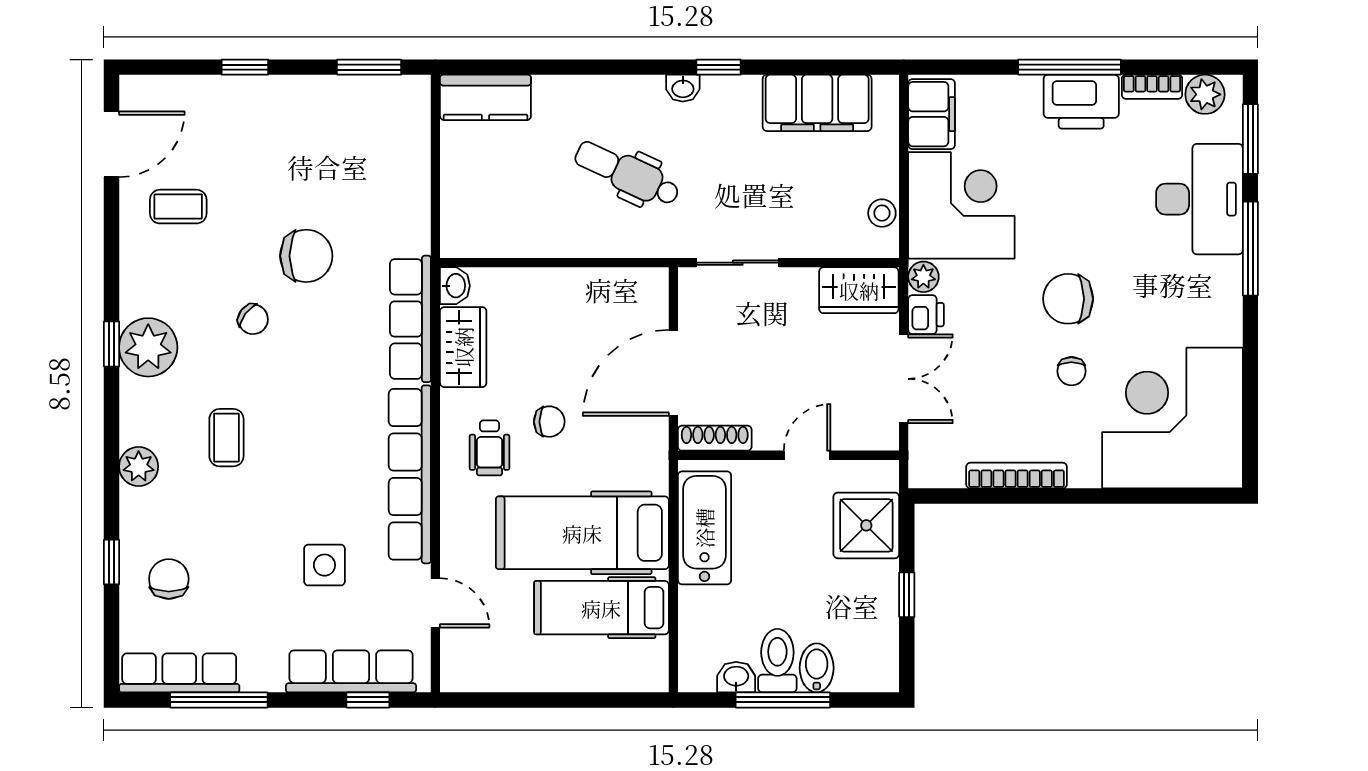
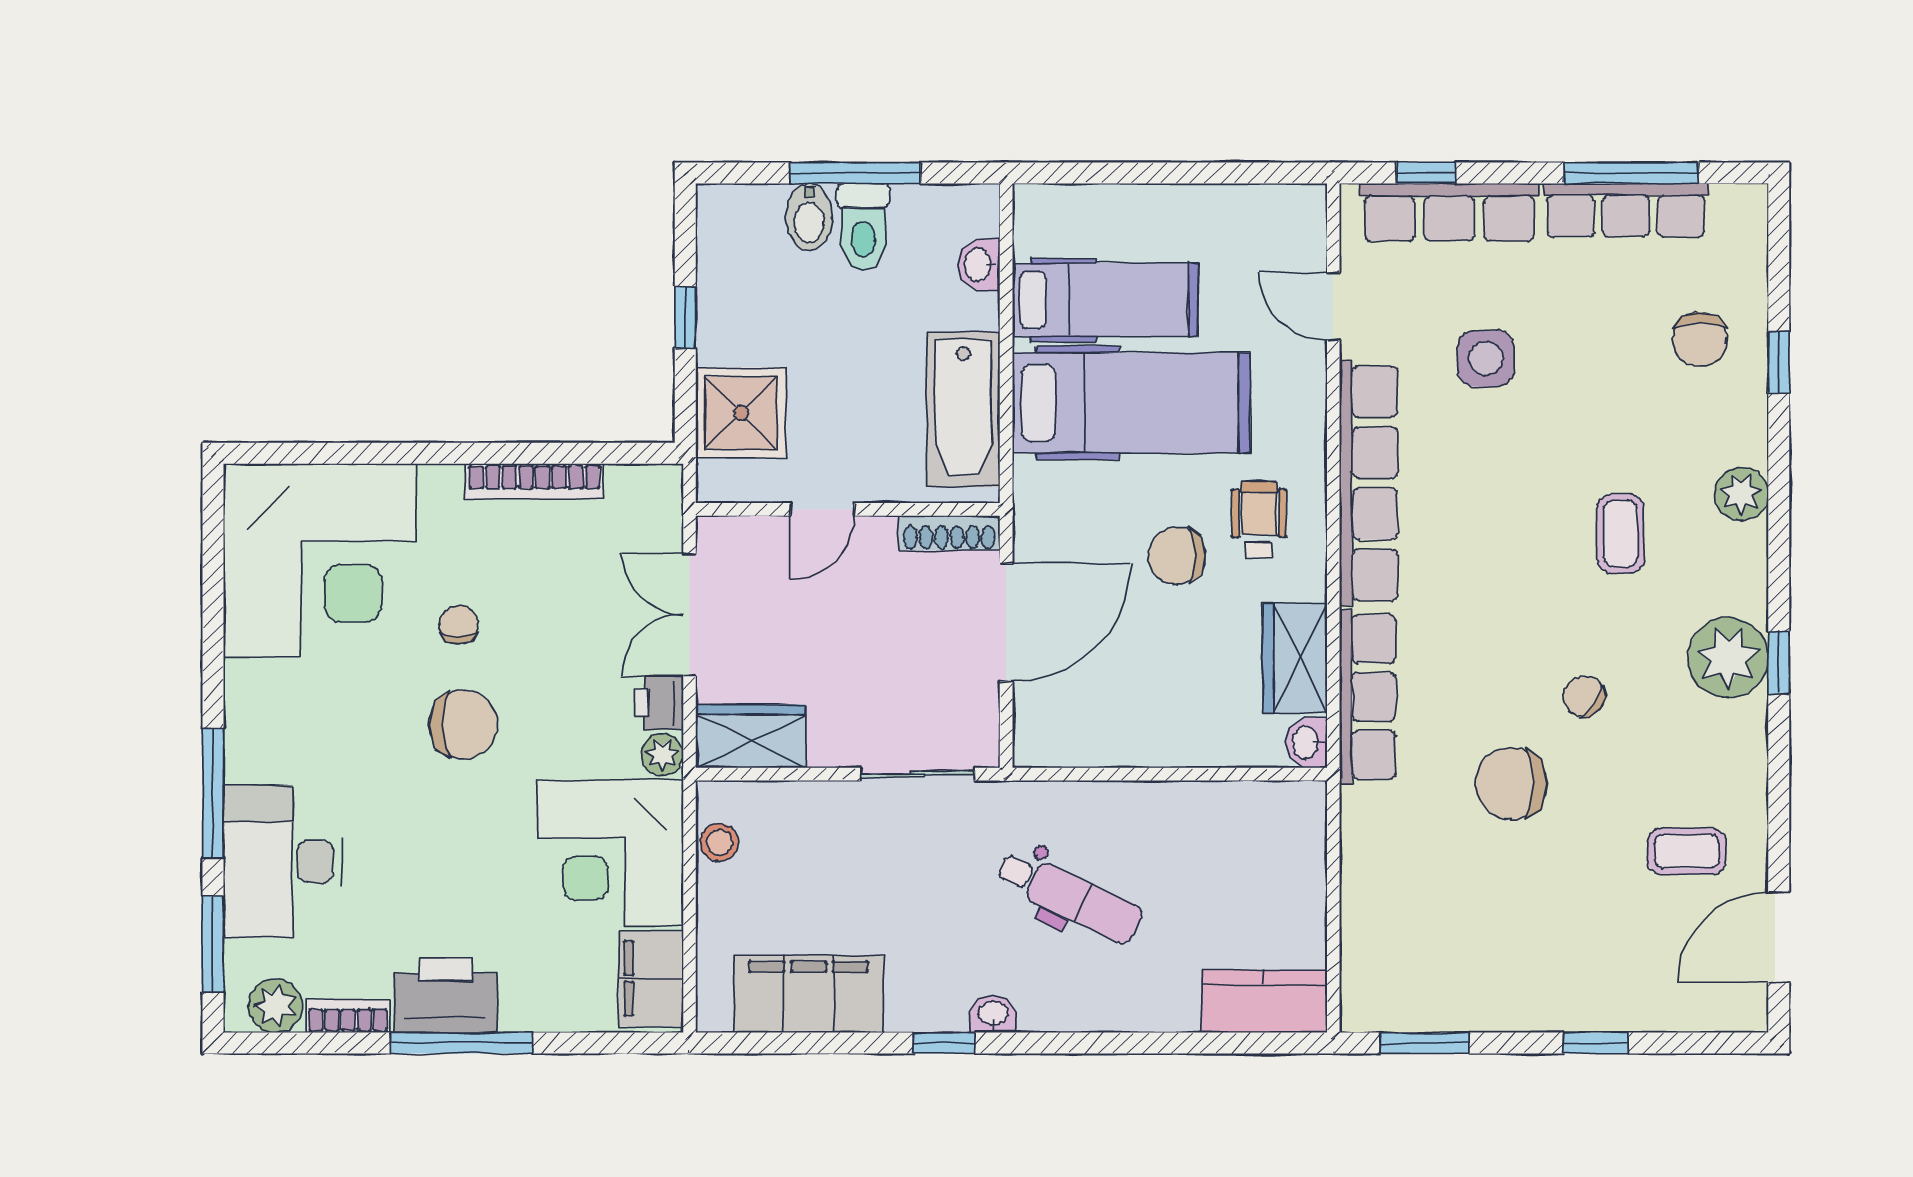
chair: (549, 422) -> (1177, 556), width x1.37, depth x1.37
row of seats: (179, 673) -> (1626, 210), moved
washbasin: (736, 677) -> (979, 265), moved, turned 90

